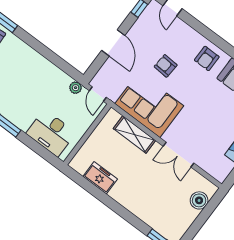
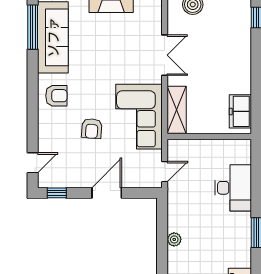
plant: (76, 88) -> (174, 239), moved
wall: (87, 134) -> (209, 137), moved

